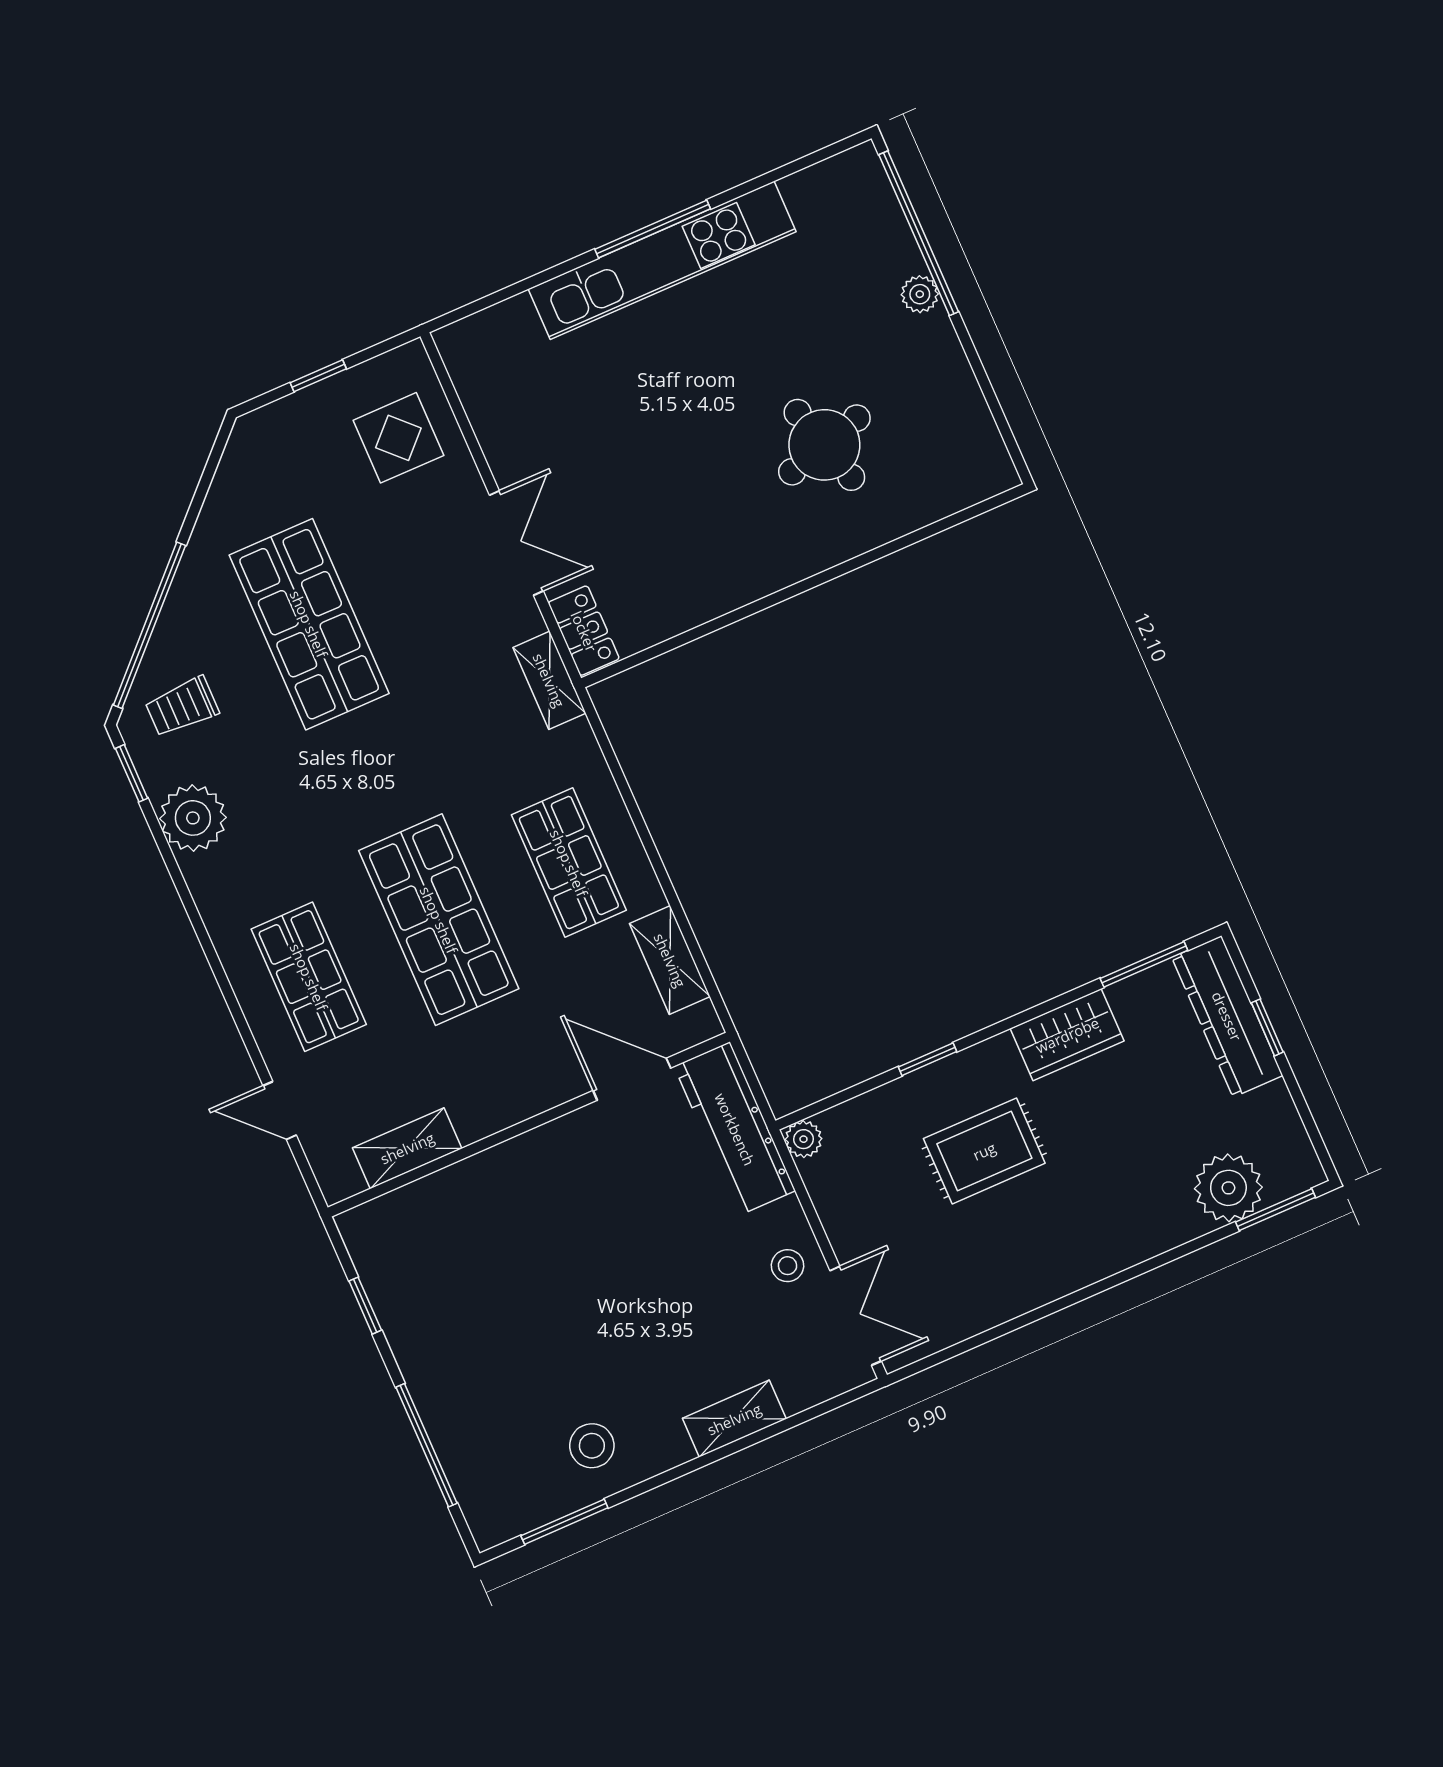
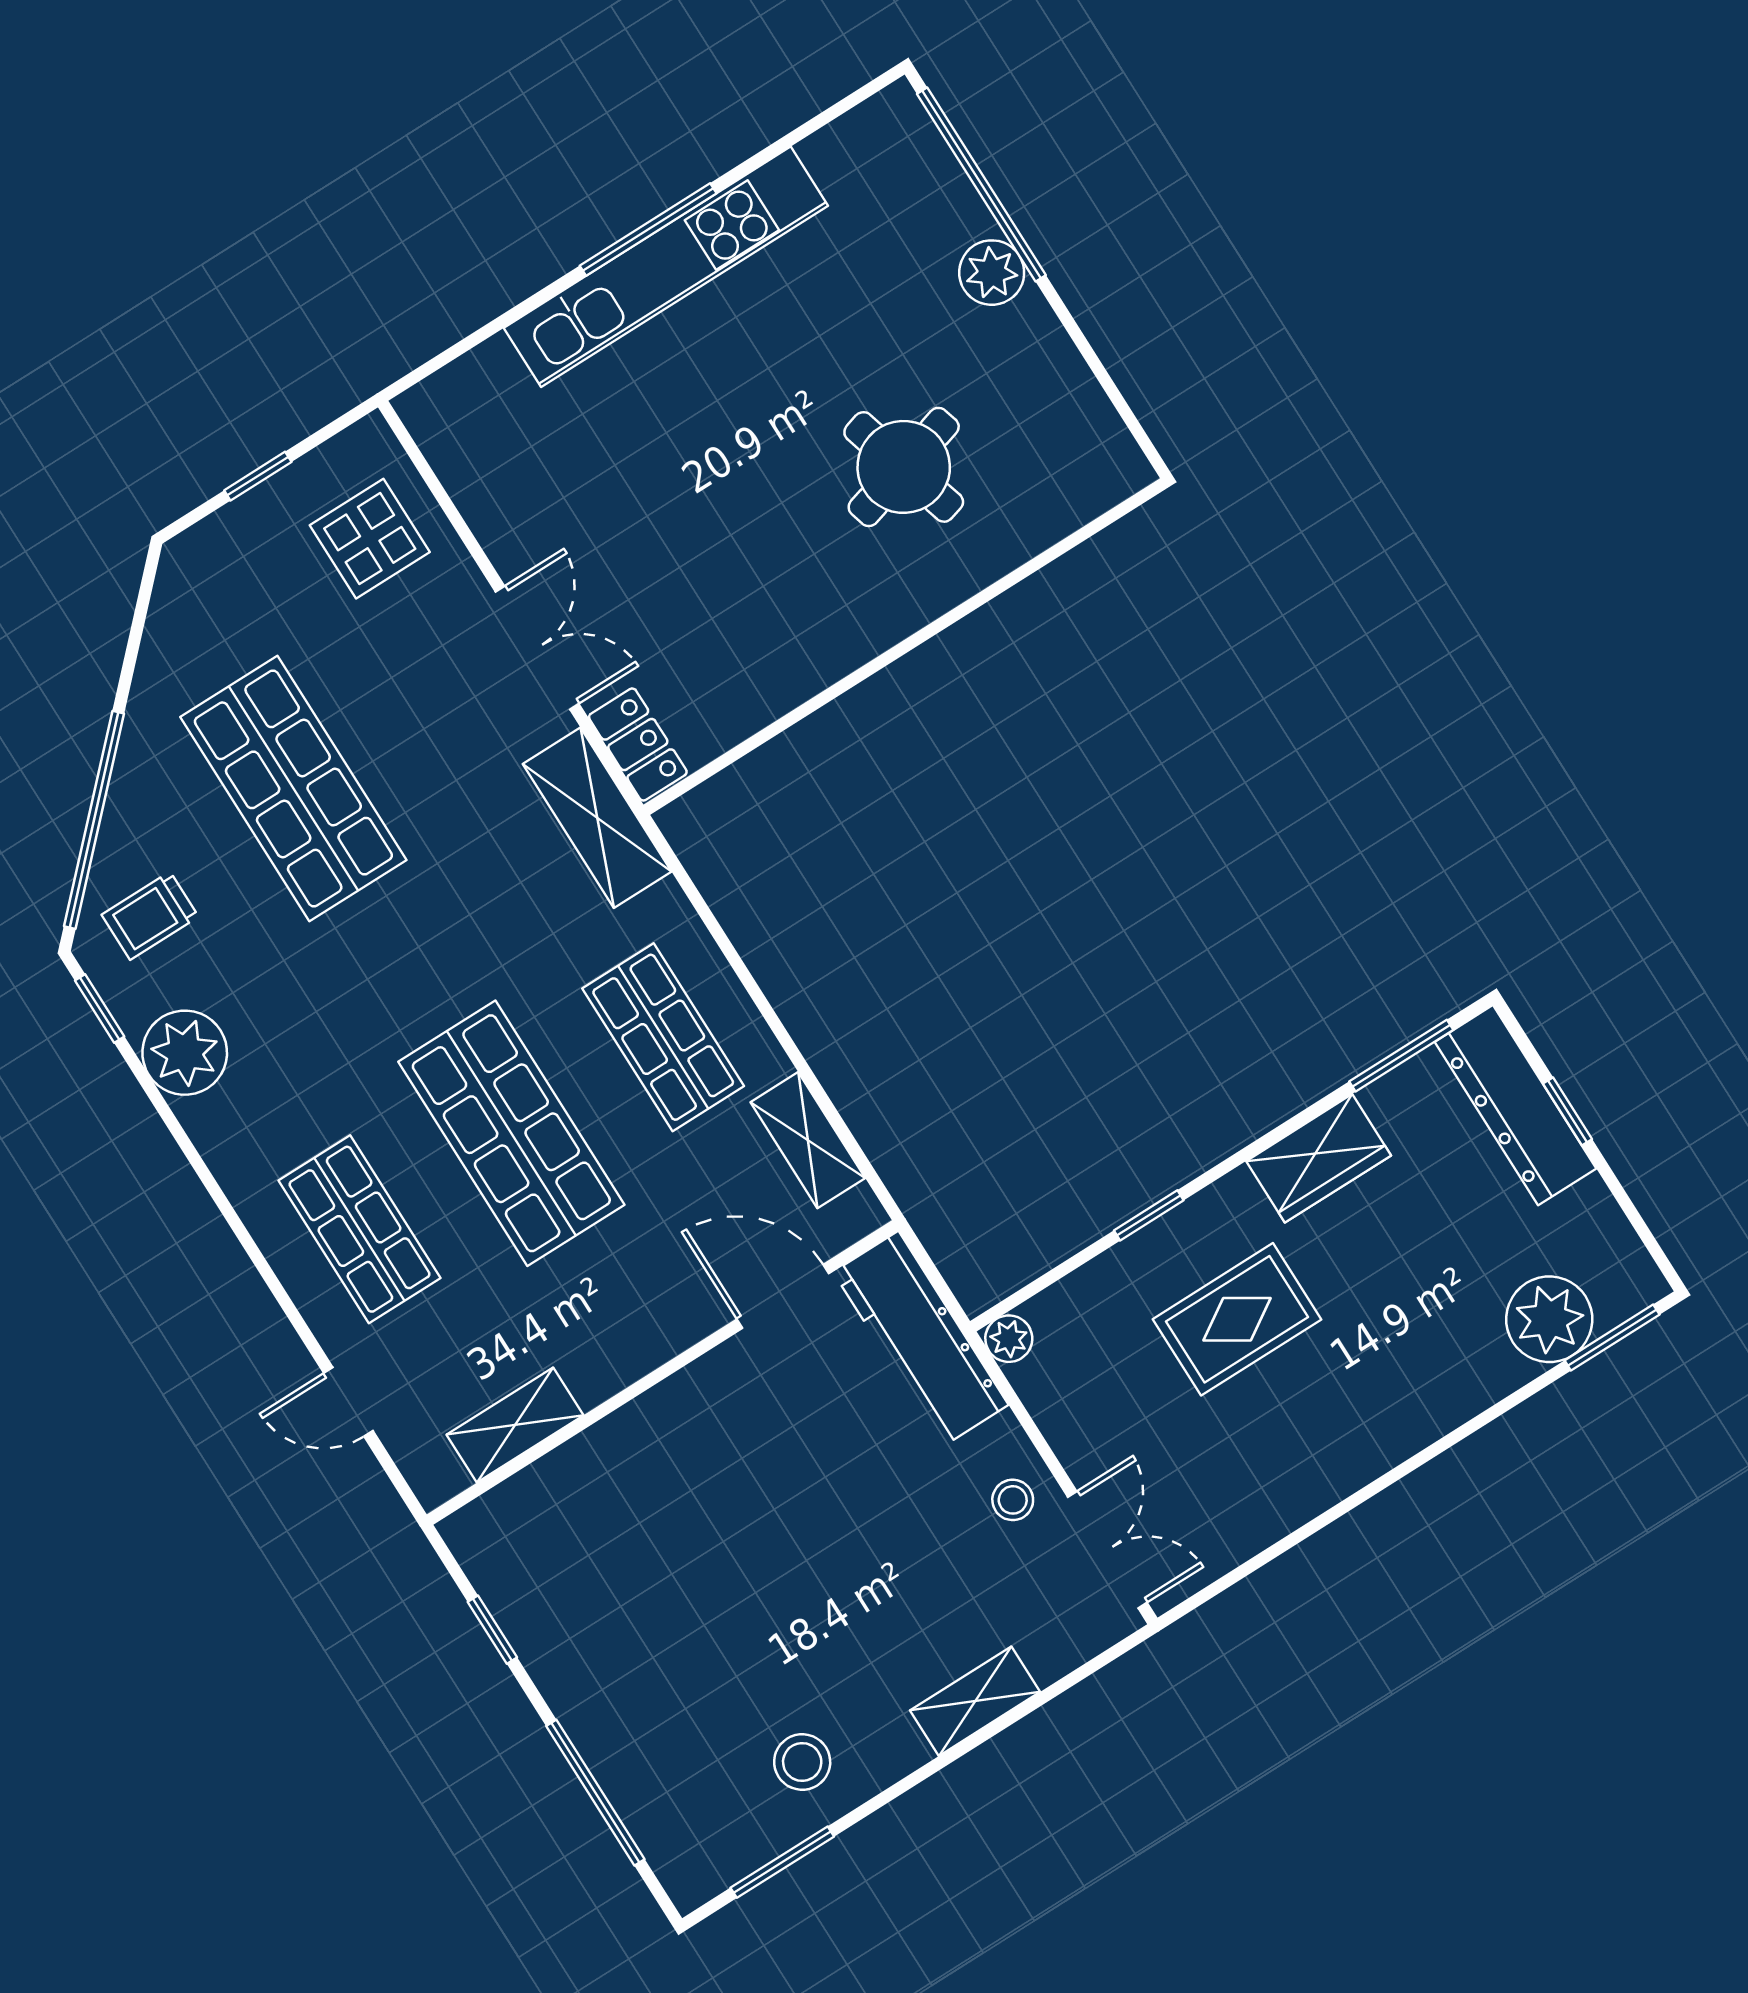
plant: (920, 294) -> (992, 273), width x1.38, depth x1.38
shelving: (549, 680) -> (597, 818), width x1.50, depth x1.33

